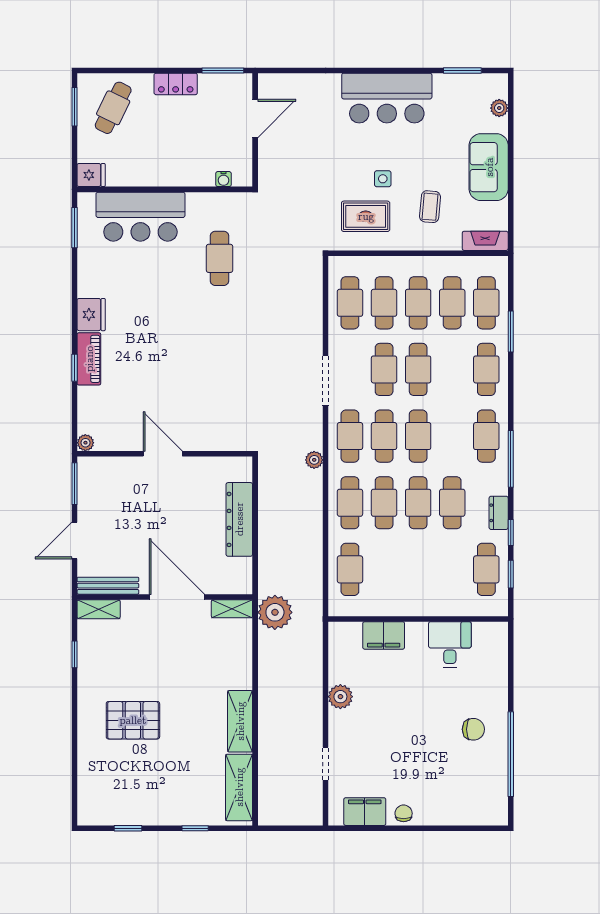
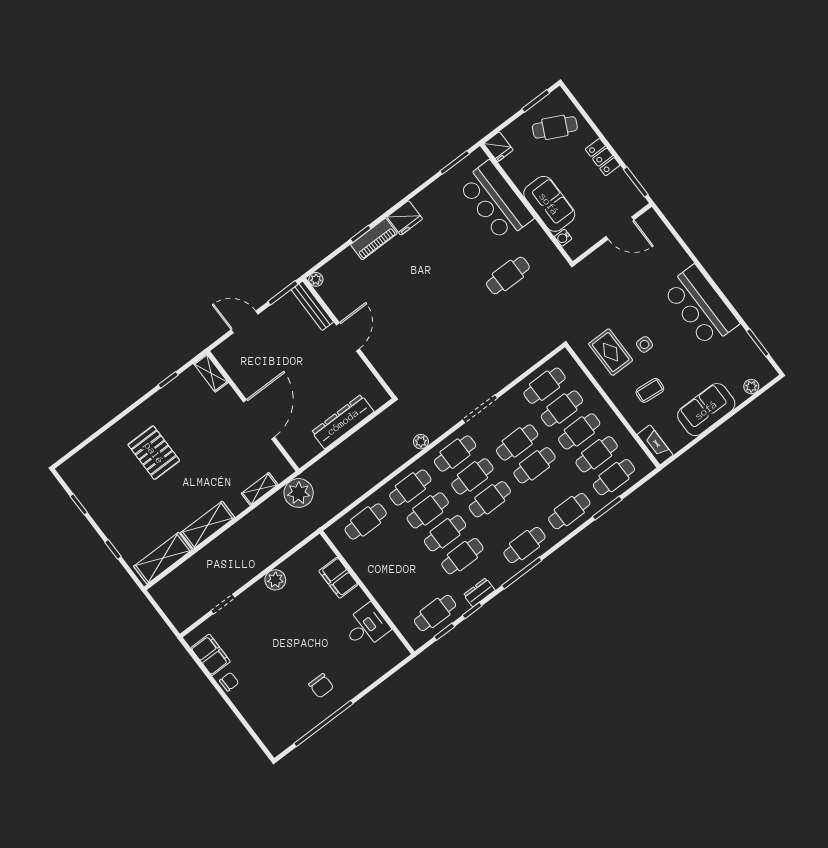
sofa: (182, 168) -> (549, 204), added
bench: (108, 586) -> (312, 306), moved
shelving: (232, 609) -> (260, 489), moved, turned 90

